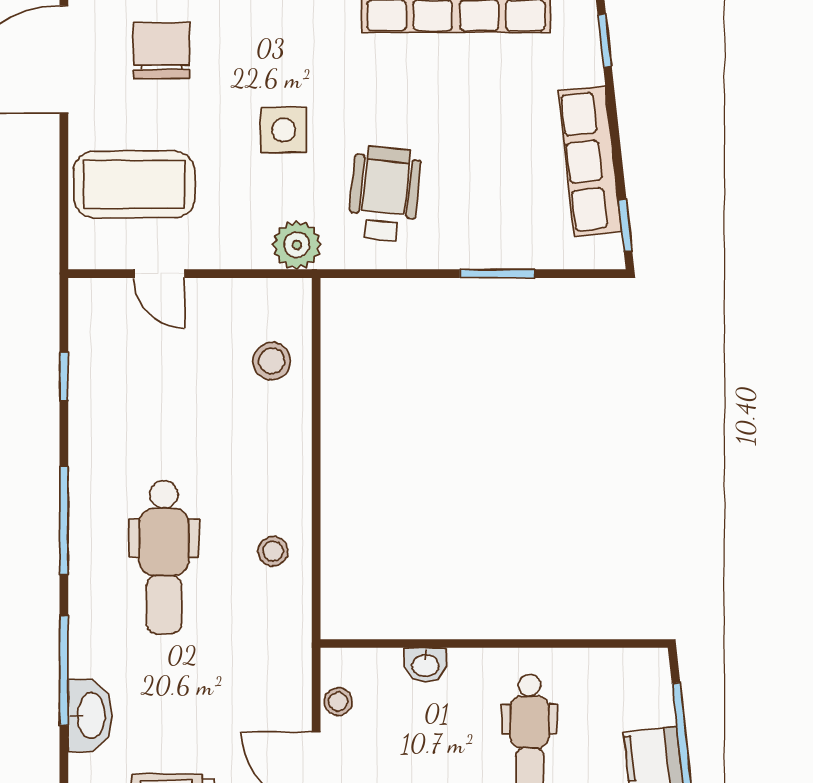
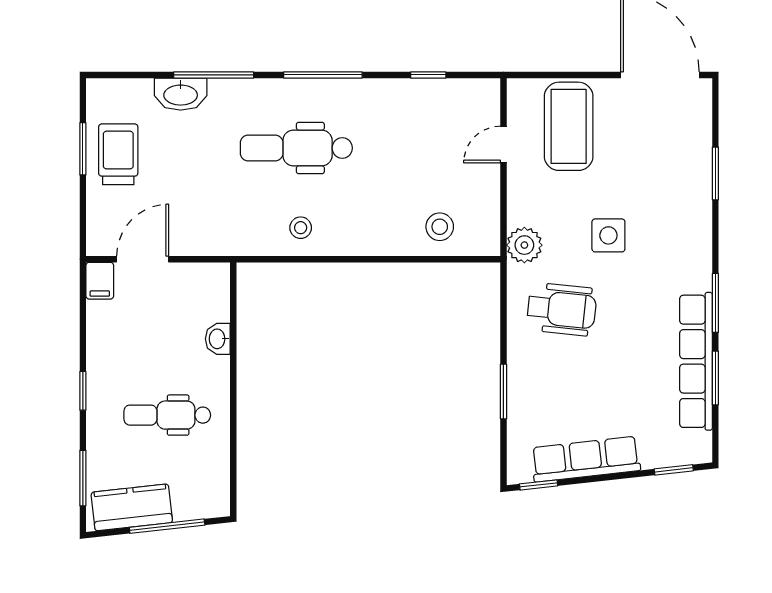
chair: (161, 50) -> (666, 146), removed
stool: (338, 702) -> (191, 275), removed

